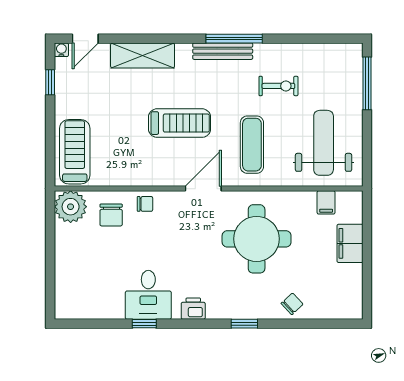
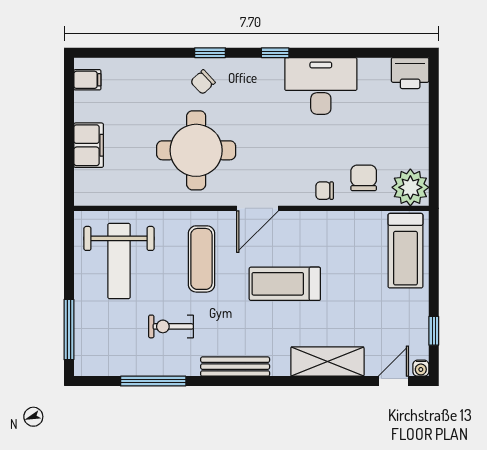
window: (234, 39) -> (153, 381), moved
filing cabinet: (326, 202) -> (87, 80), moved, turned 90
desk: (148, 295) -> (321, 86), width x1.37
chair: (292, 304) -> (203, 82), moved
printer: (193, 309) -> (410, 73), moved, width x1.36, depth x1.24
window: (144, 324) -> (275, 53), moved

